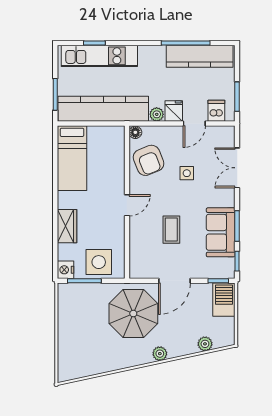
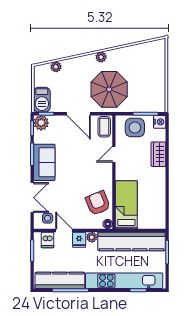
kitchen unit: (99, 56) -> (124, 281), width x1.36
door: (194, 123) -> (64, 231), hinge flipped
bed: (72, 158) -> (126, 205), moved
side table: (187, 173) -> (48, 218), moved
door: (127, 205) -> (114, 154), moved
coffee table: (171, 230) -> (104, 127), moved
sofa: (221, 232) -> (44, 162), moved
plant: (225, 268) -> (41, 123), added
door: (174, 281) -> (79, 114), swing flipped
plant: (160, 354) -> (101, 57), moved

